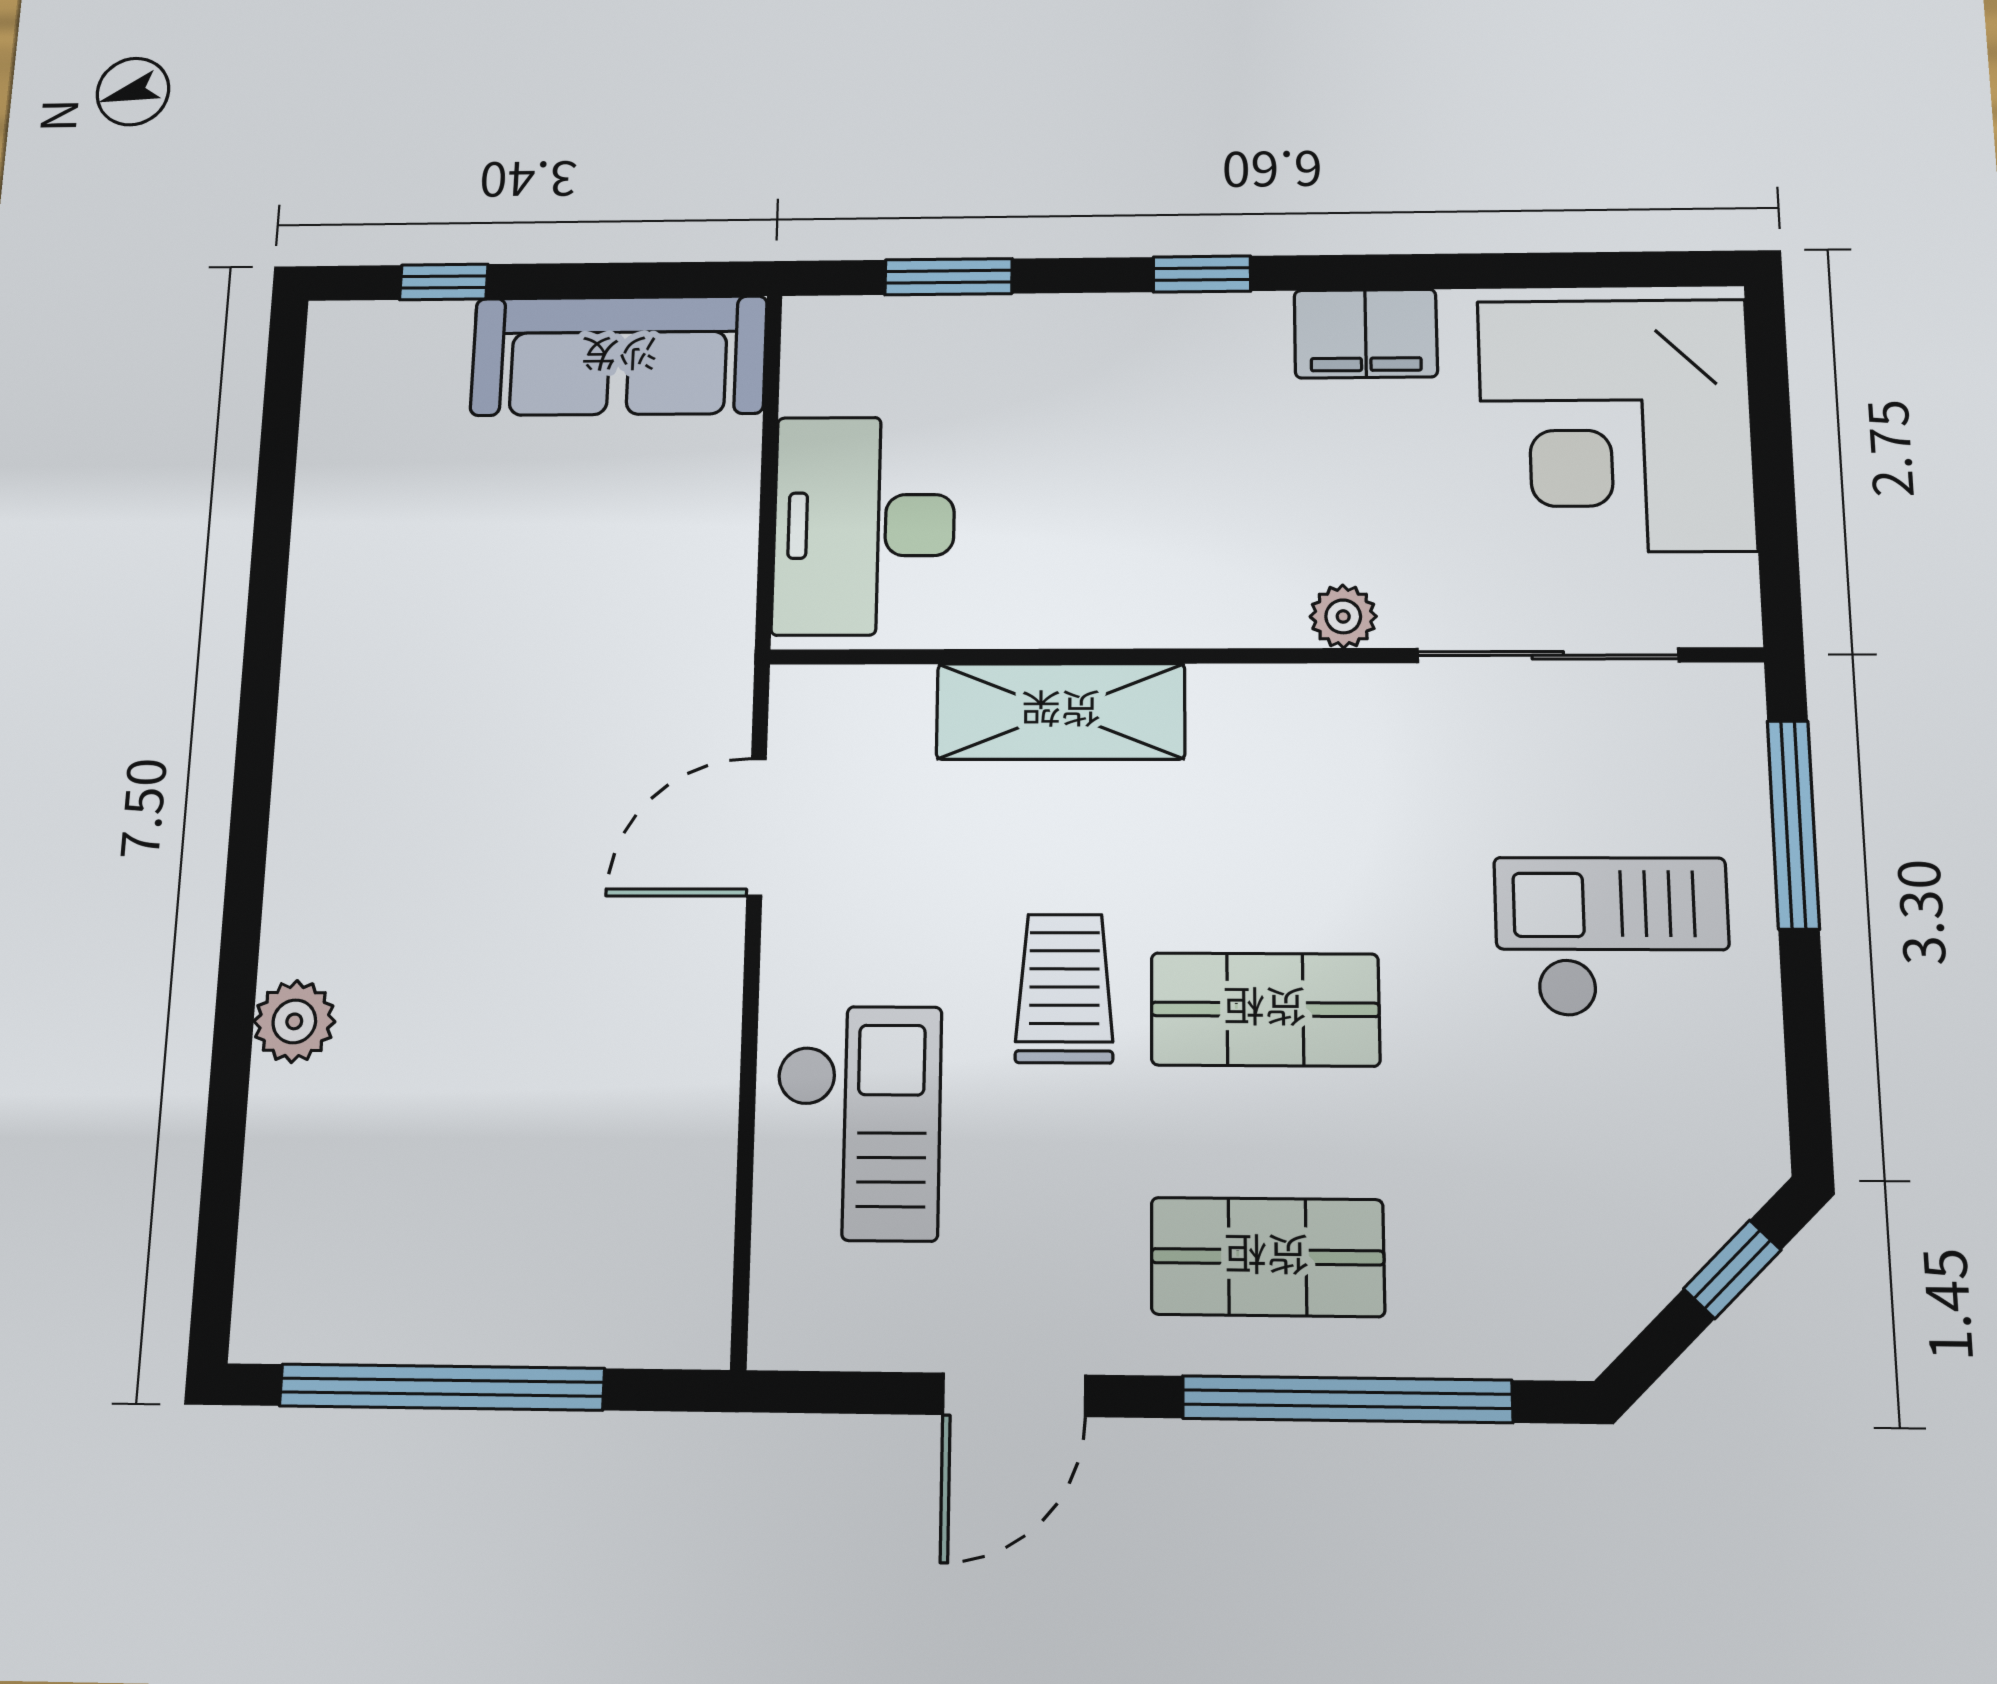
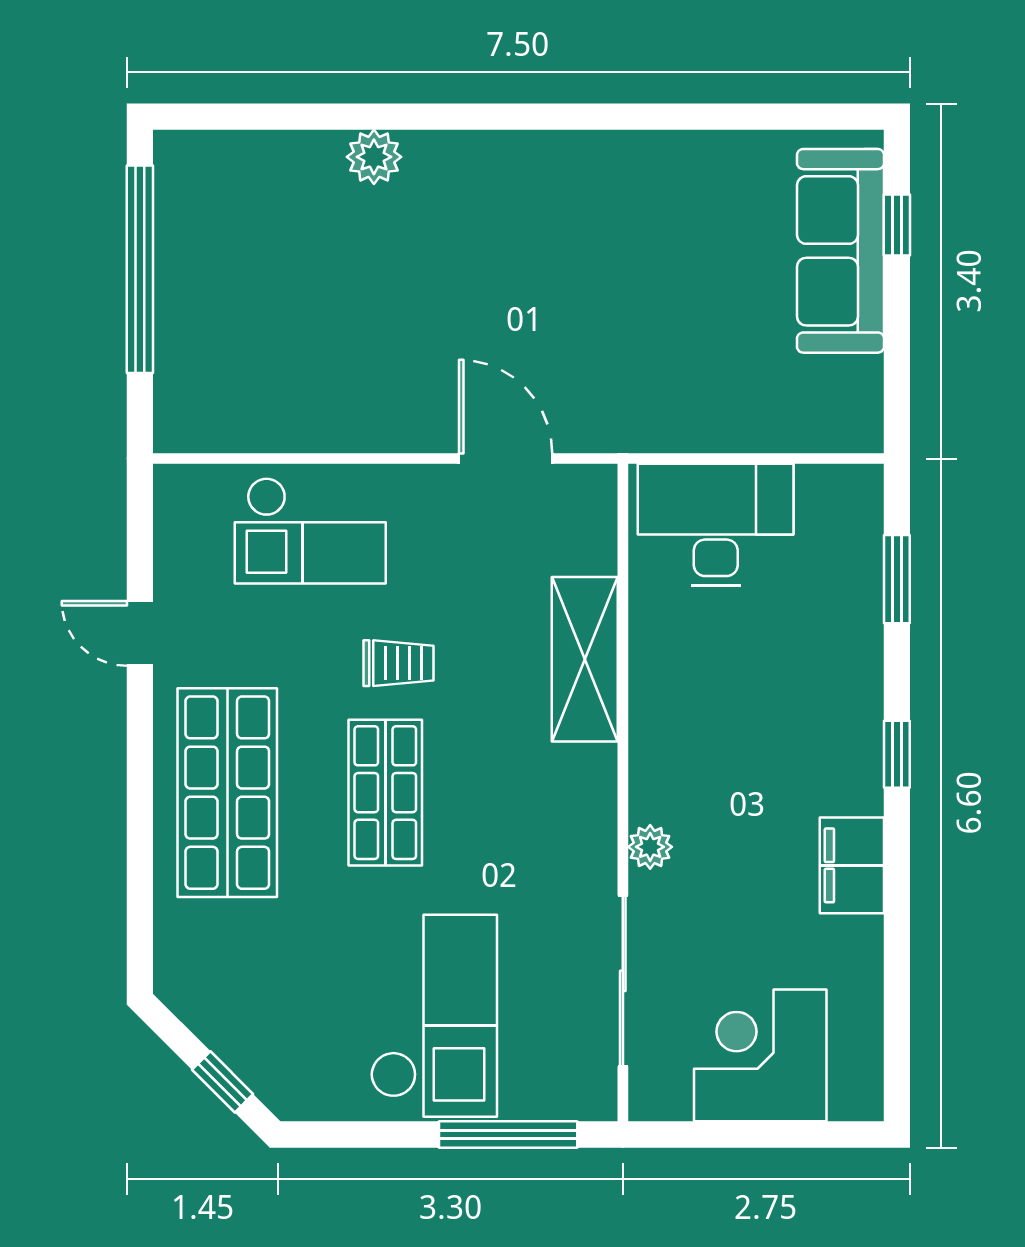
sofa: (619, 356) -> (840, 251), moved
corner desk: (1616, 425) -> (760, 1055), width x0.74, depth x0.74
checkout: (1612, 937) -> (434, 1016), width x1.36, depth x1.21
trolley: (1064, 988) -> (398, 663), width x0.73, depth x0.72
shop shelf: (1267, 1257) -> (227, 793), width x1.43, depth x1.36
door: (1014, 1395) -> (140, 633), width x0.73
window: (1347, 1399) -> (140, 841), removed

